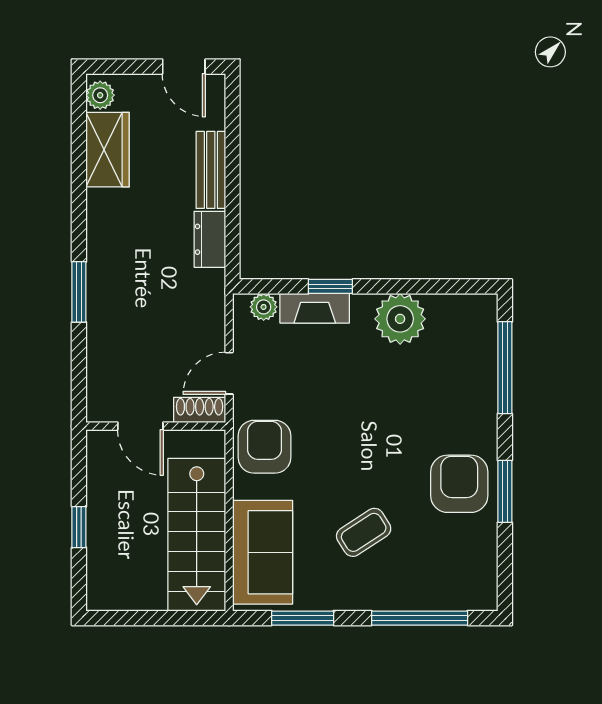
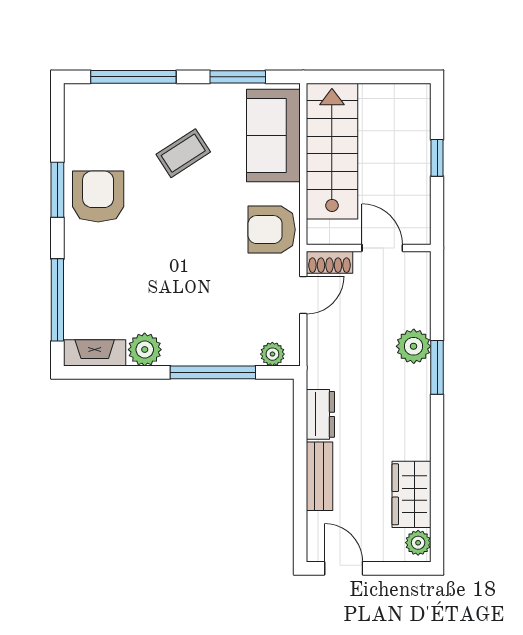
window: (330, 286) -> (213, 372), width x2.17
fireplace: (315, 308) -> (95, 353), moved
plant: (105, 316) -> (414, 346), added
plant: (400, 319) -> (145, 350), width x0.73, depth x0.73
armchair: (264, 447) -> (272, 230), turned 90
armchair: (459, 484) -> (98, 196), turned 180

